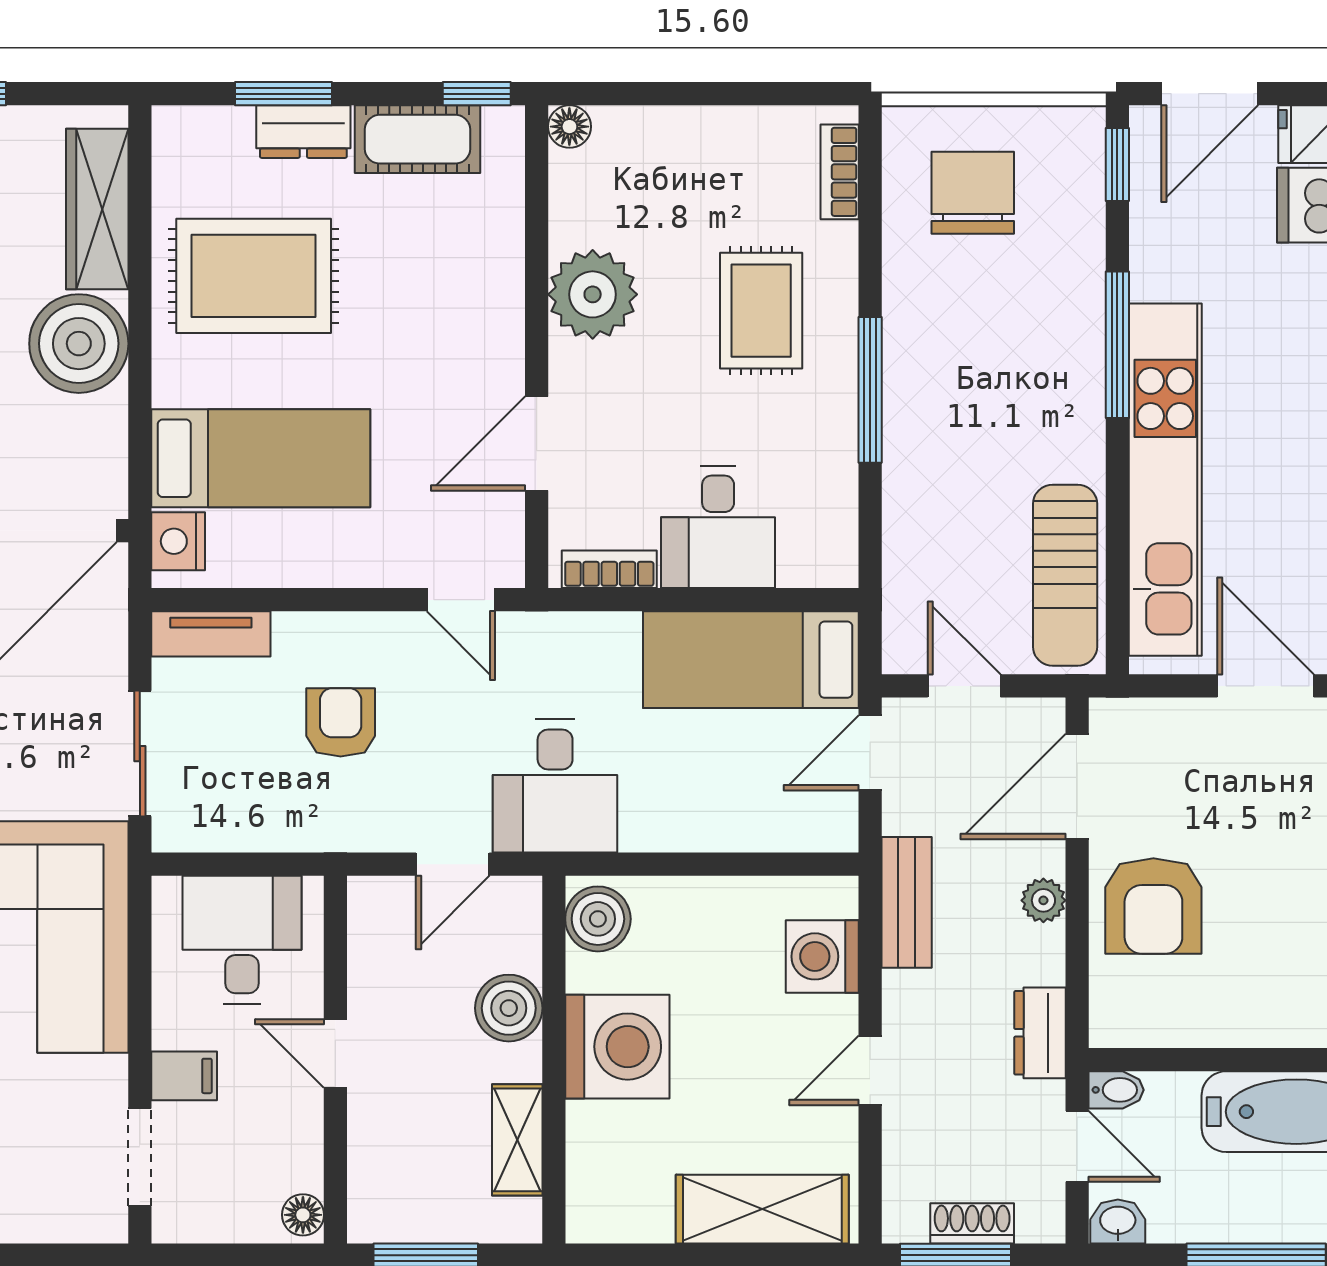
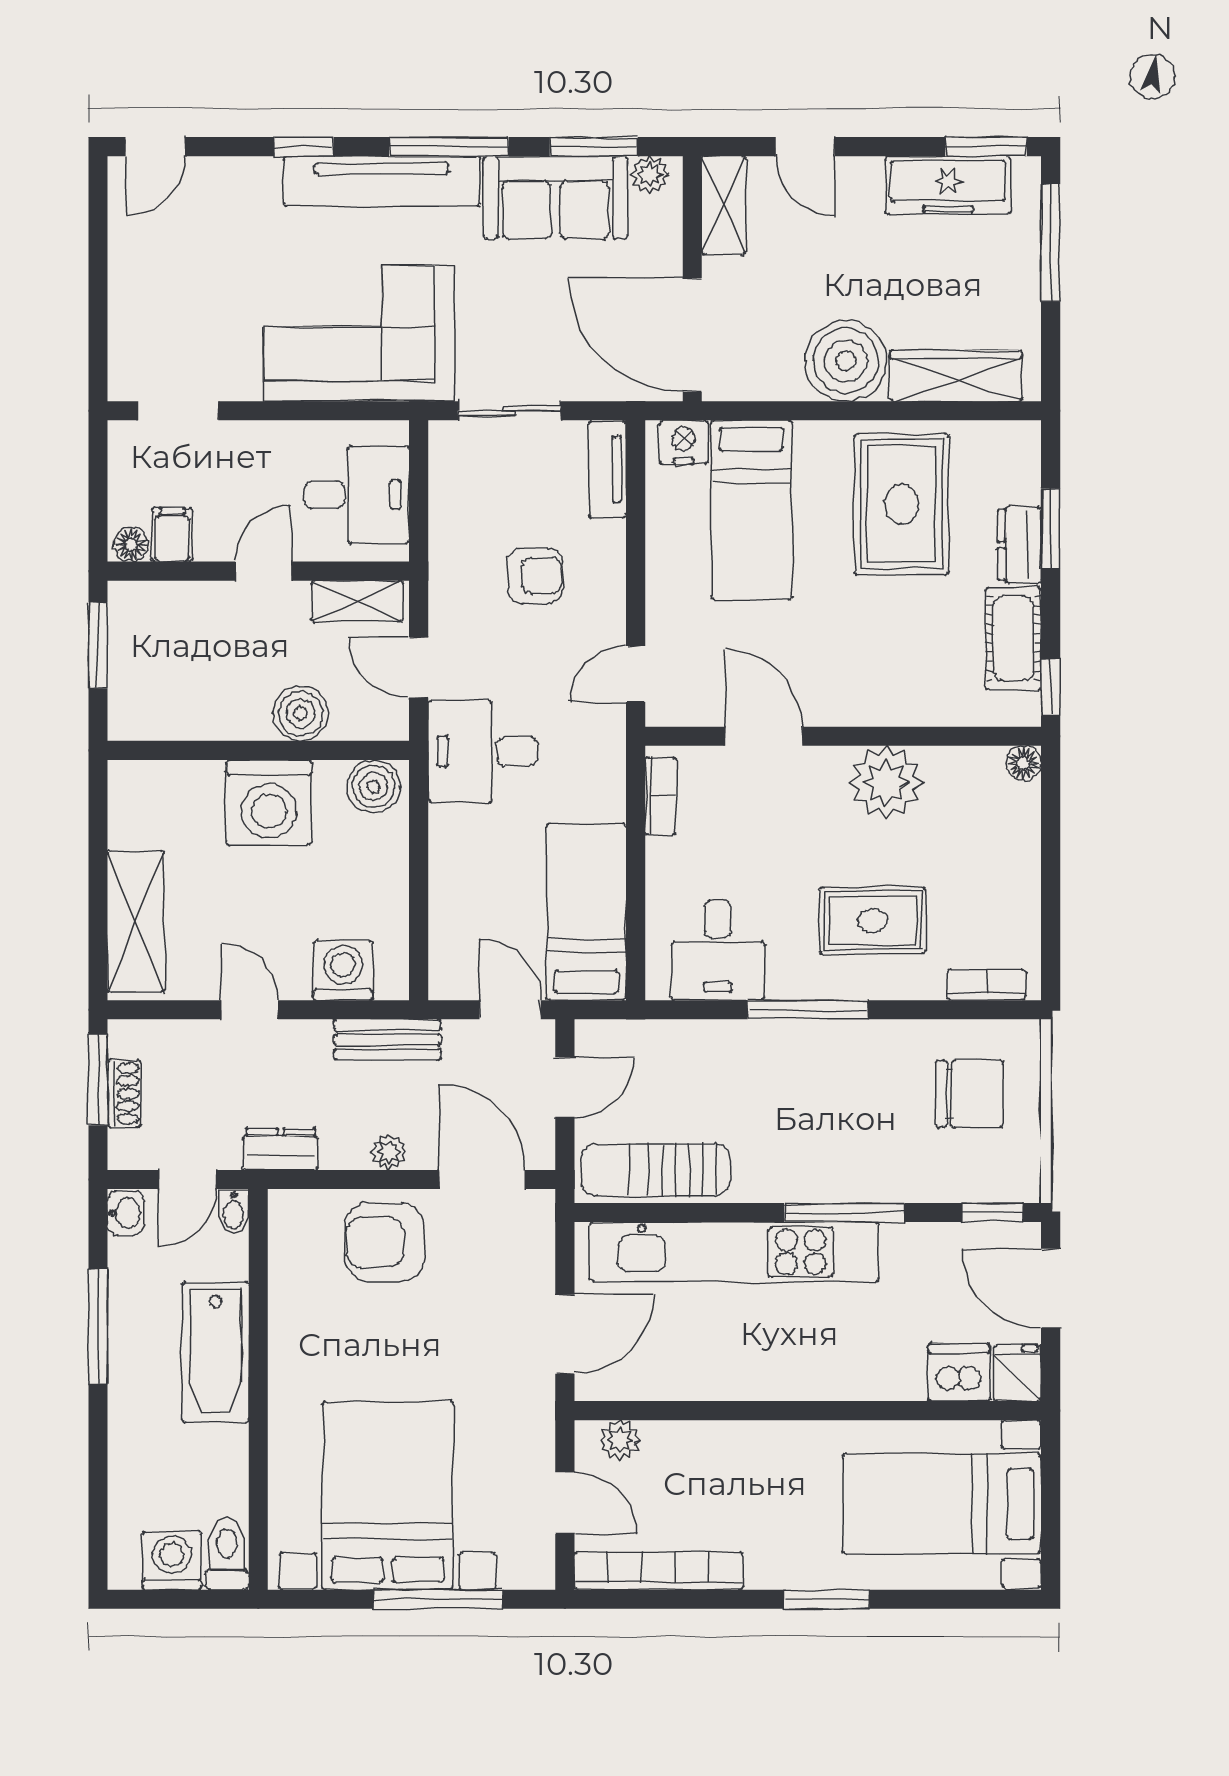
desk: (718, 527) -> (718, 950), moved, turned -90
filing cabinet: (184, 1076) -> (172, 535), moved, turned 180
shelving: (517, 1140) -> (357, 601), moved

